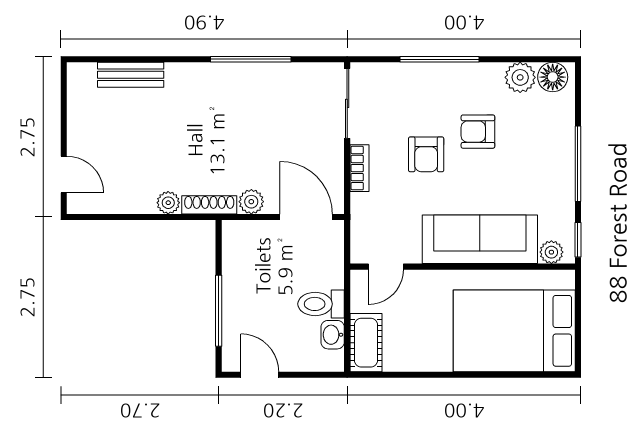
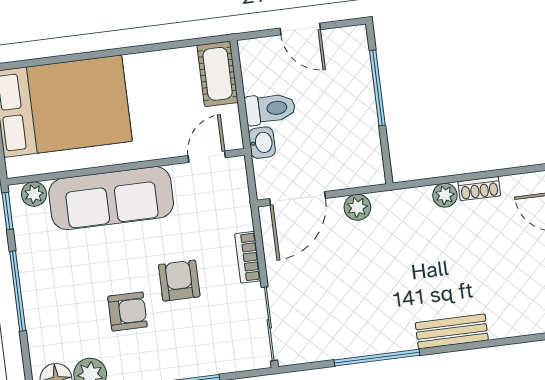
bench: (131, 75) -> (452, 331), moved
shoe rack: (209, 205) -> (479, 189), moved, width x0.70
door: (306, 217) -> (297, 198), hinge flipped
washbasin: (333, 335) -> (262, 143), moved
door: (260, 375) -> (300, 29), moved

